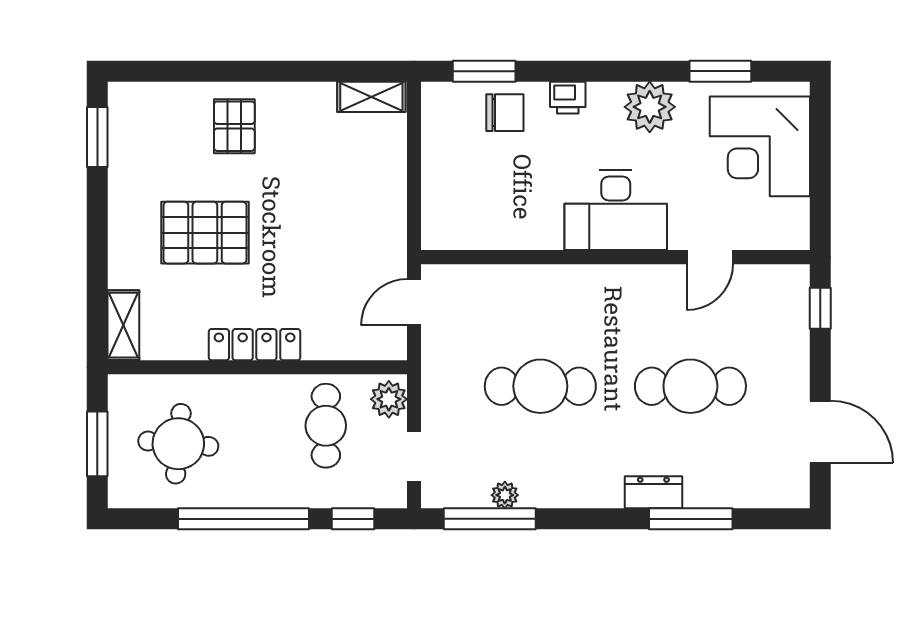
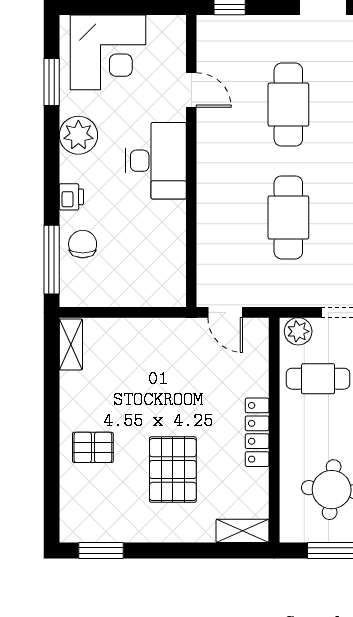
window: (484, 71) -> (52, 260), width x1.44

